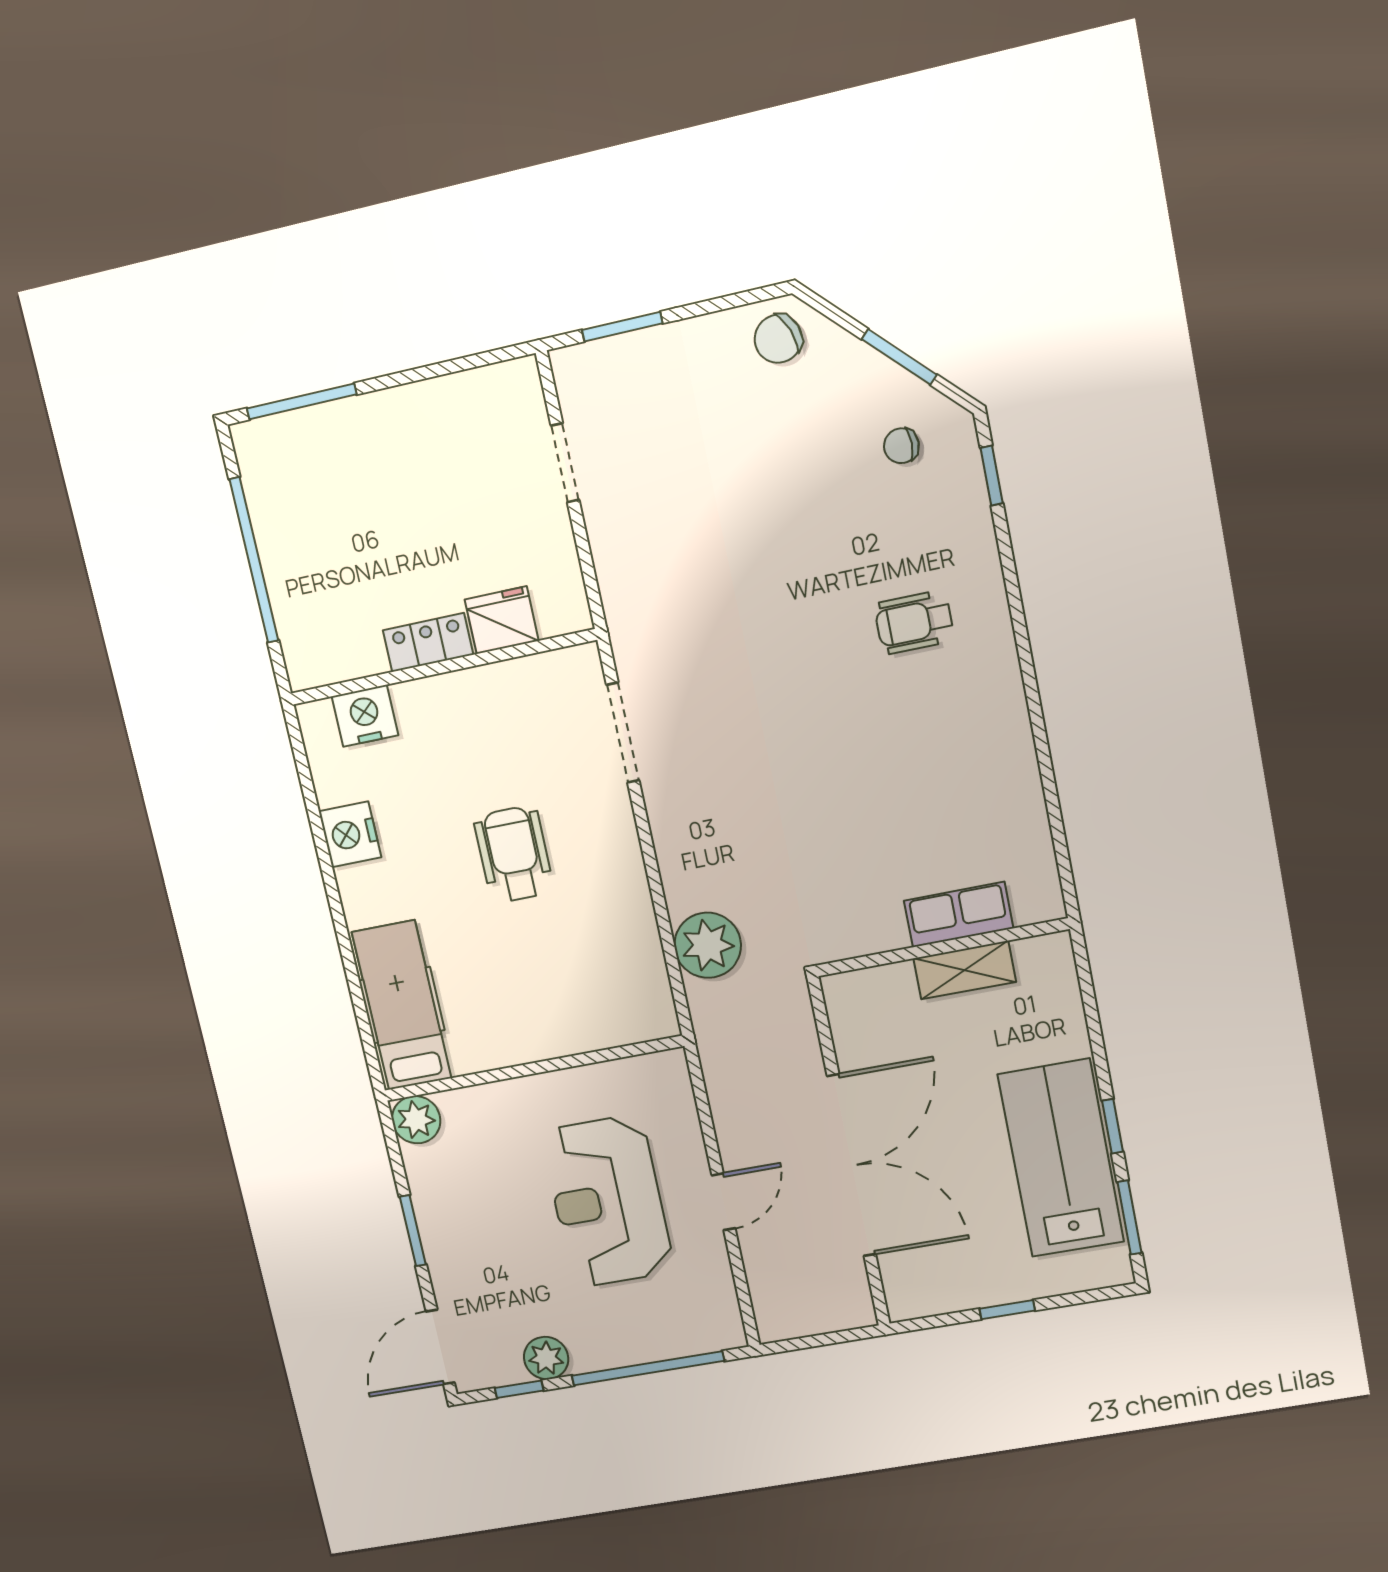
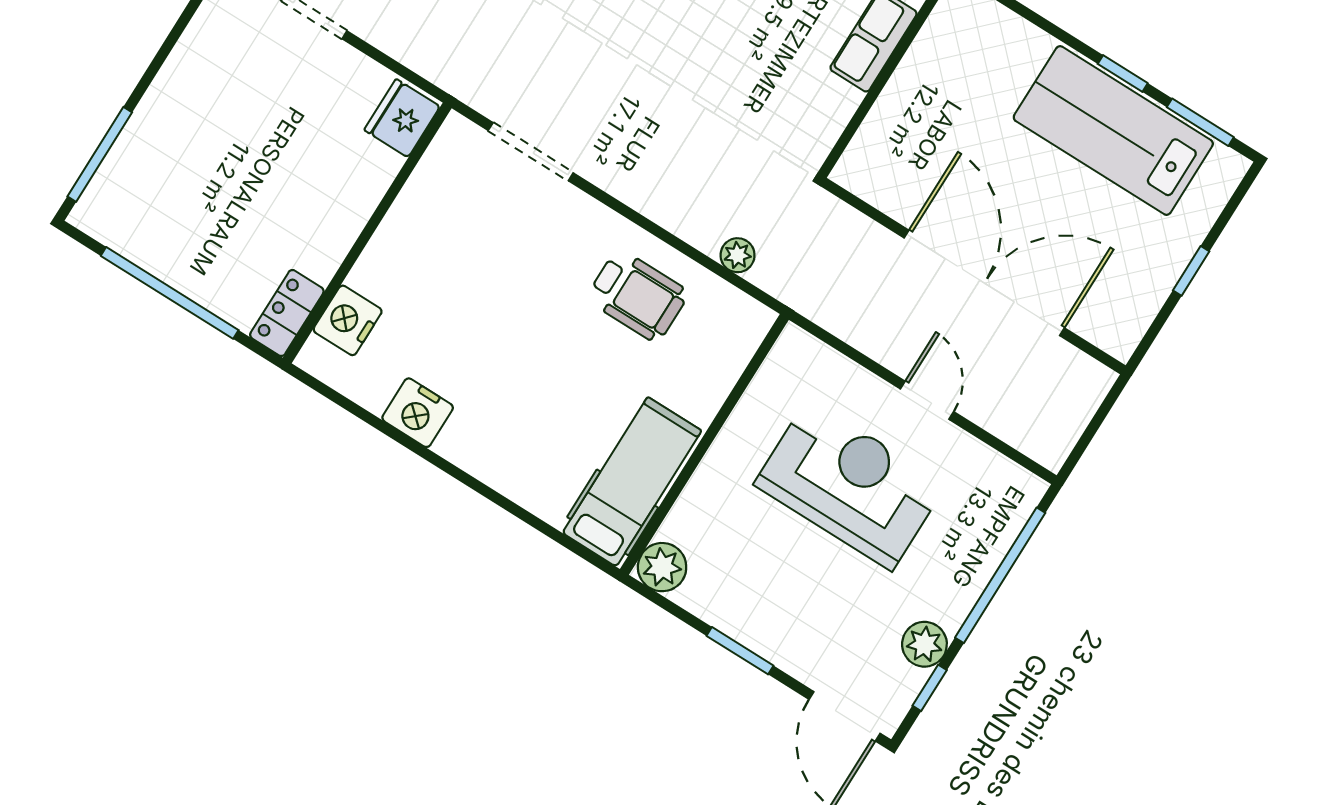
fridge: (502, 620) -> (402, 118), moved
locker: (428, 642) -> (287, 313), moved
wheelchair: (514, 854) -> (638, 296), moved, turned 180
plant: (708, 945) -> (738, 255), width x0.53, depth x0.53
shelving: (965, 970) -> (917, 73), removed
hospital bed: (402, 1005) -> (632, 482), moved, turned 90
reception desk: (608, 1201) -> (850, 485), turned 180

